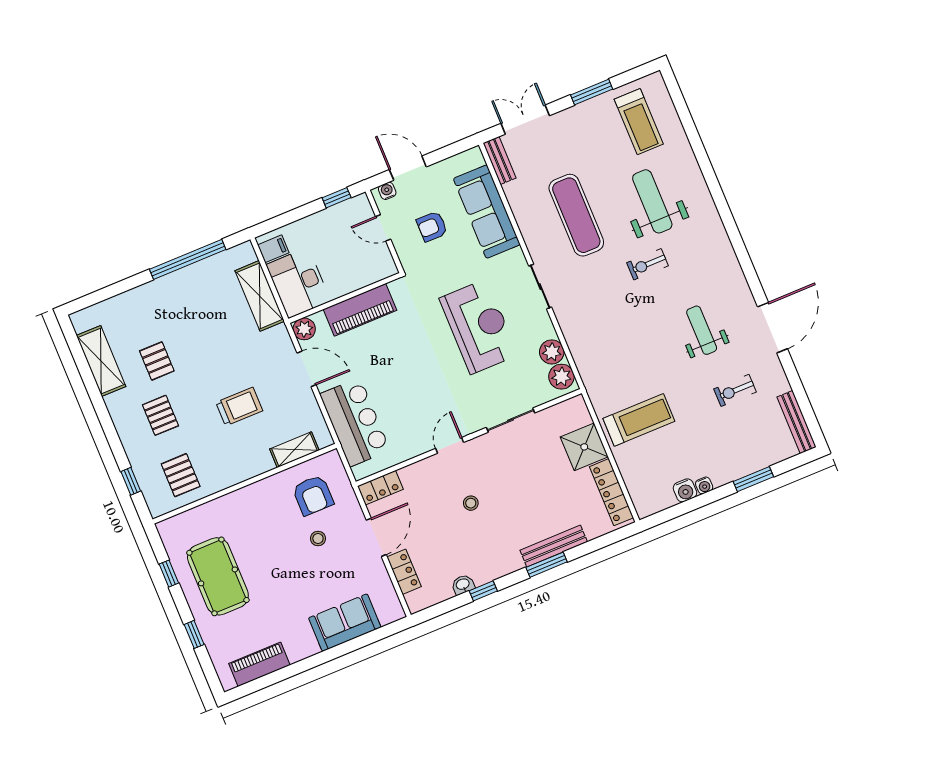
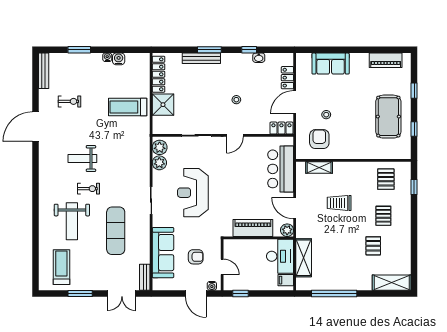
weight bench: (702, 330) -> (82, 159), moved, turned 90
shelving: (101, 361) -> (392, 283), moved, turned 90

